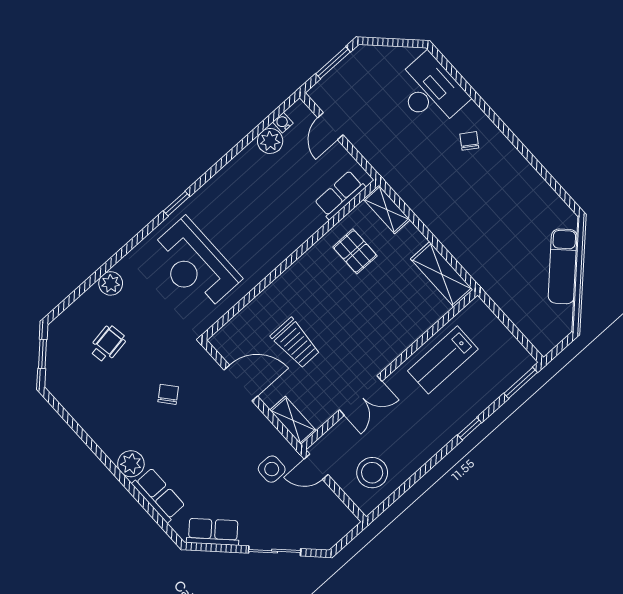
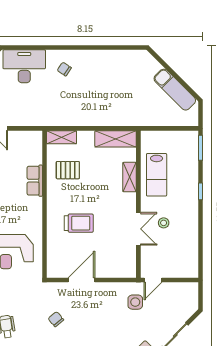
row of seats: (340, 195) -> (35, 181), moved
exam couch: (563, 266) -> (175, 90), moved
trolley: (295, 343) -> (79, 223), moved
shelving: (293, 420) -> (130, 177), moved, turned 90
stool: (372, 473) -> (164, 223), moved, width x0.53, depth x0.53

